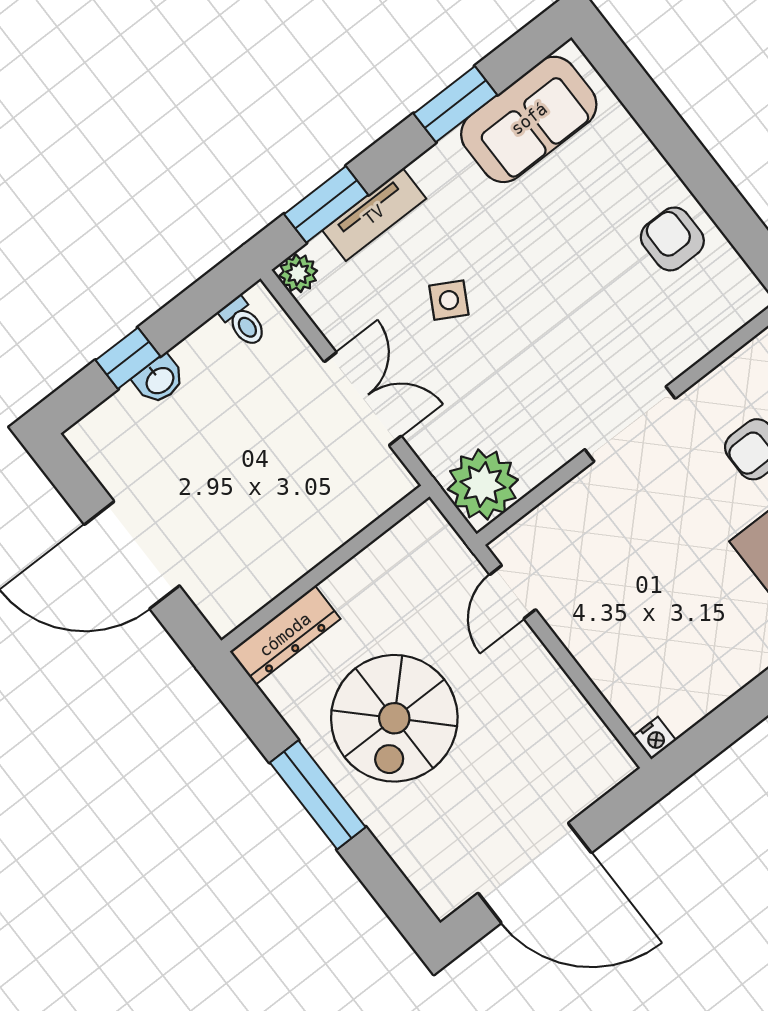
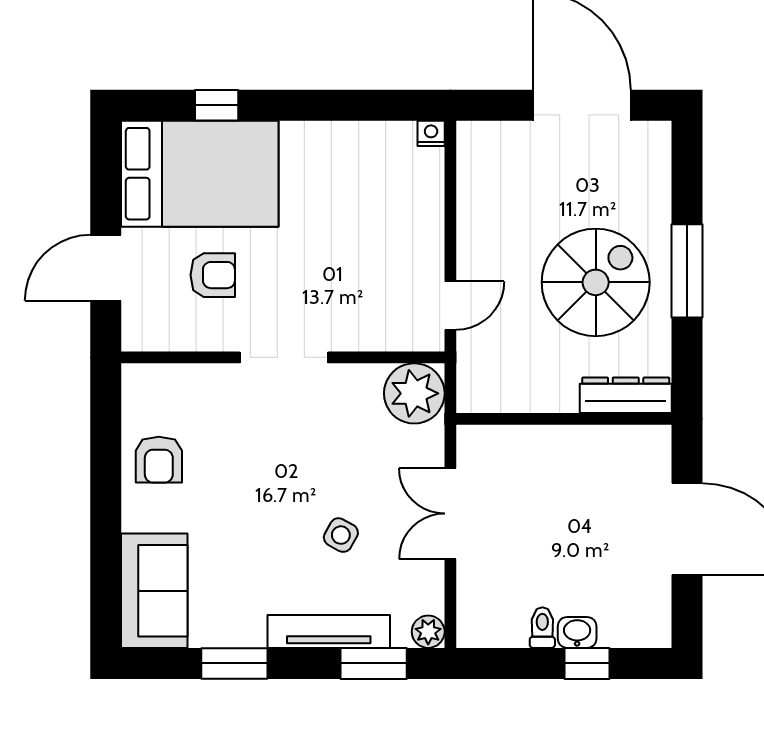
sofa: (529, 119) -> (154, 591), moved, turned 90
tv unit: (374, 215) -> (329, 631), width x1.41
toilet: (243, 322) -> (542, 628), moved

